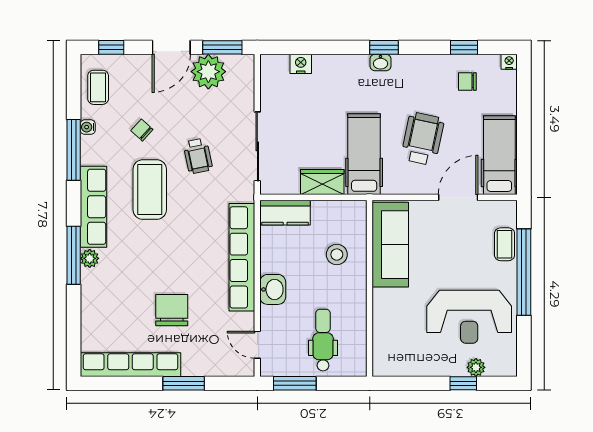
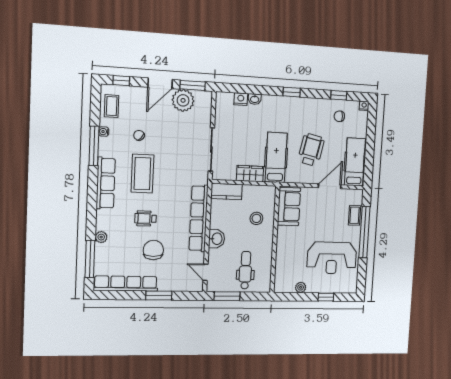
washbasin: (381, 63) -> (255, 99), moved
wheelchair: (198, 156) -> (146, 218), moved, turned 102
sofa: (390, 245) -> (289, 207), width x0.73
window: (74, 255) -> (90, 259), moved
plant: (90, 258) -> (101, 237), moved
plant: (476, 367) -> (301, 287), moved

